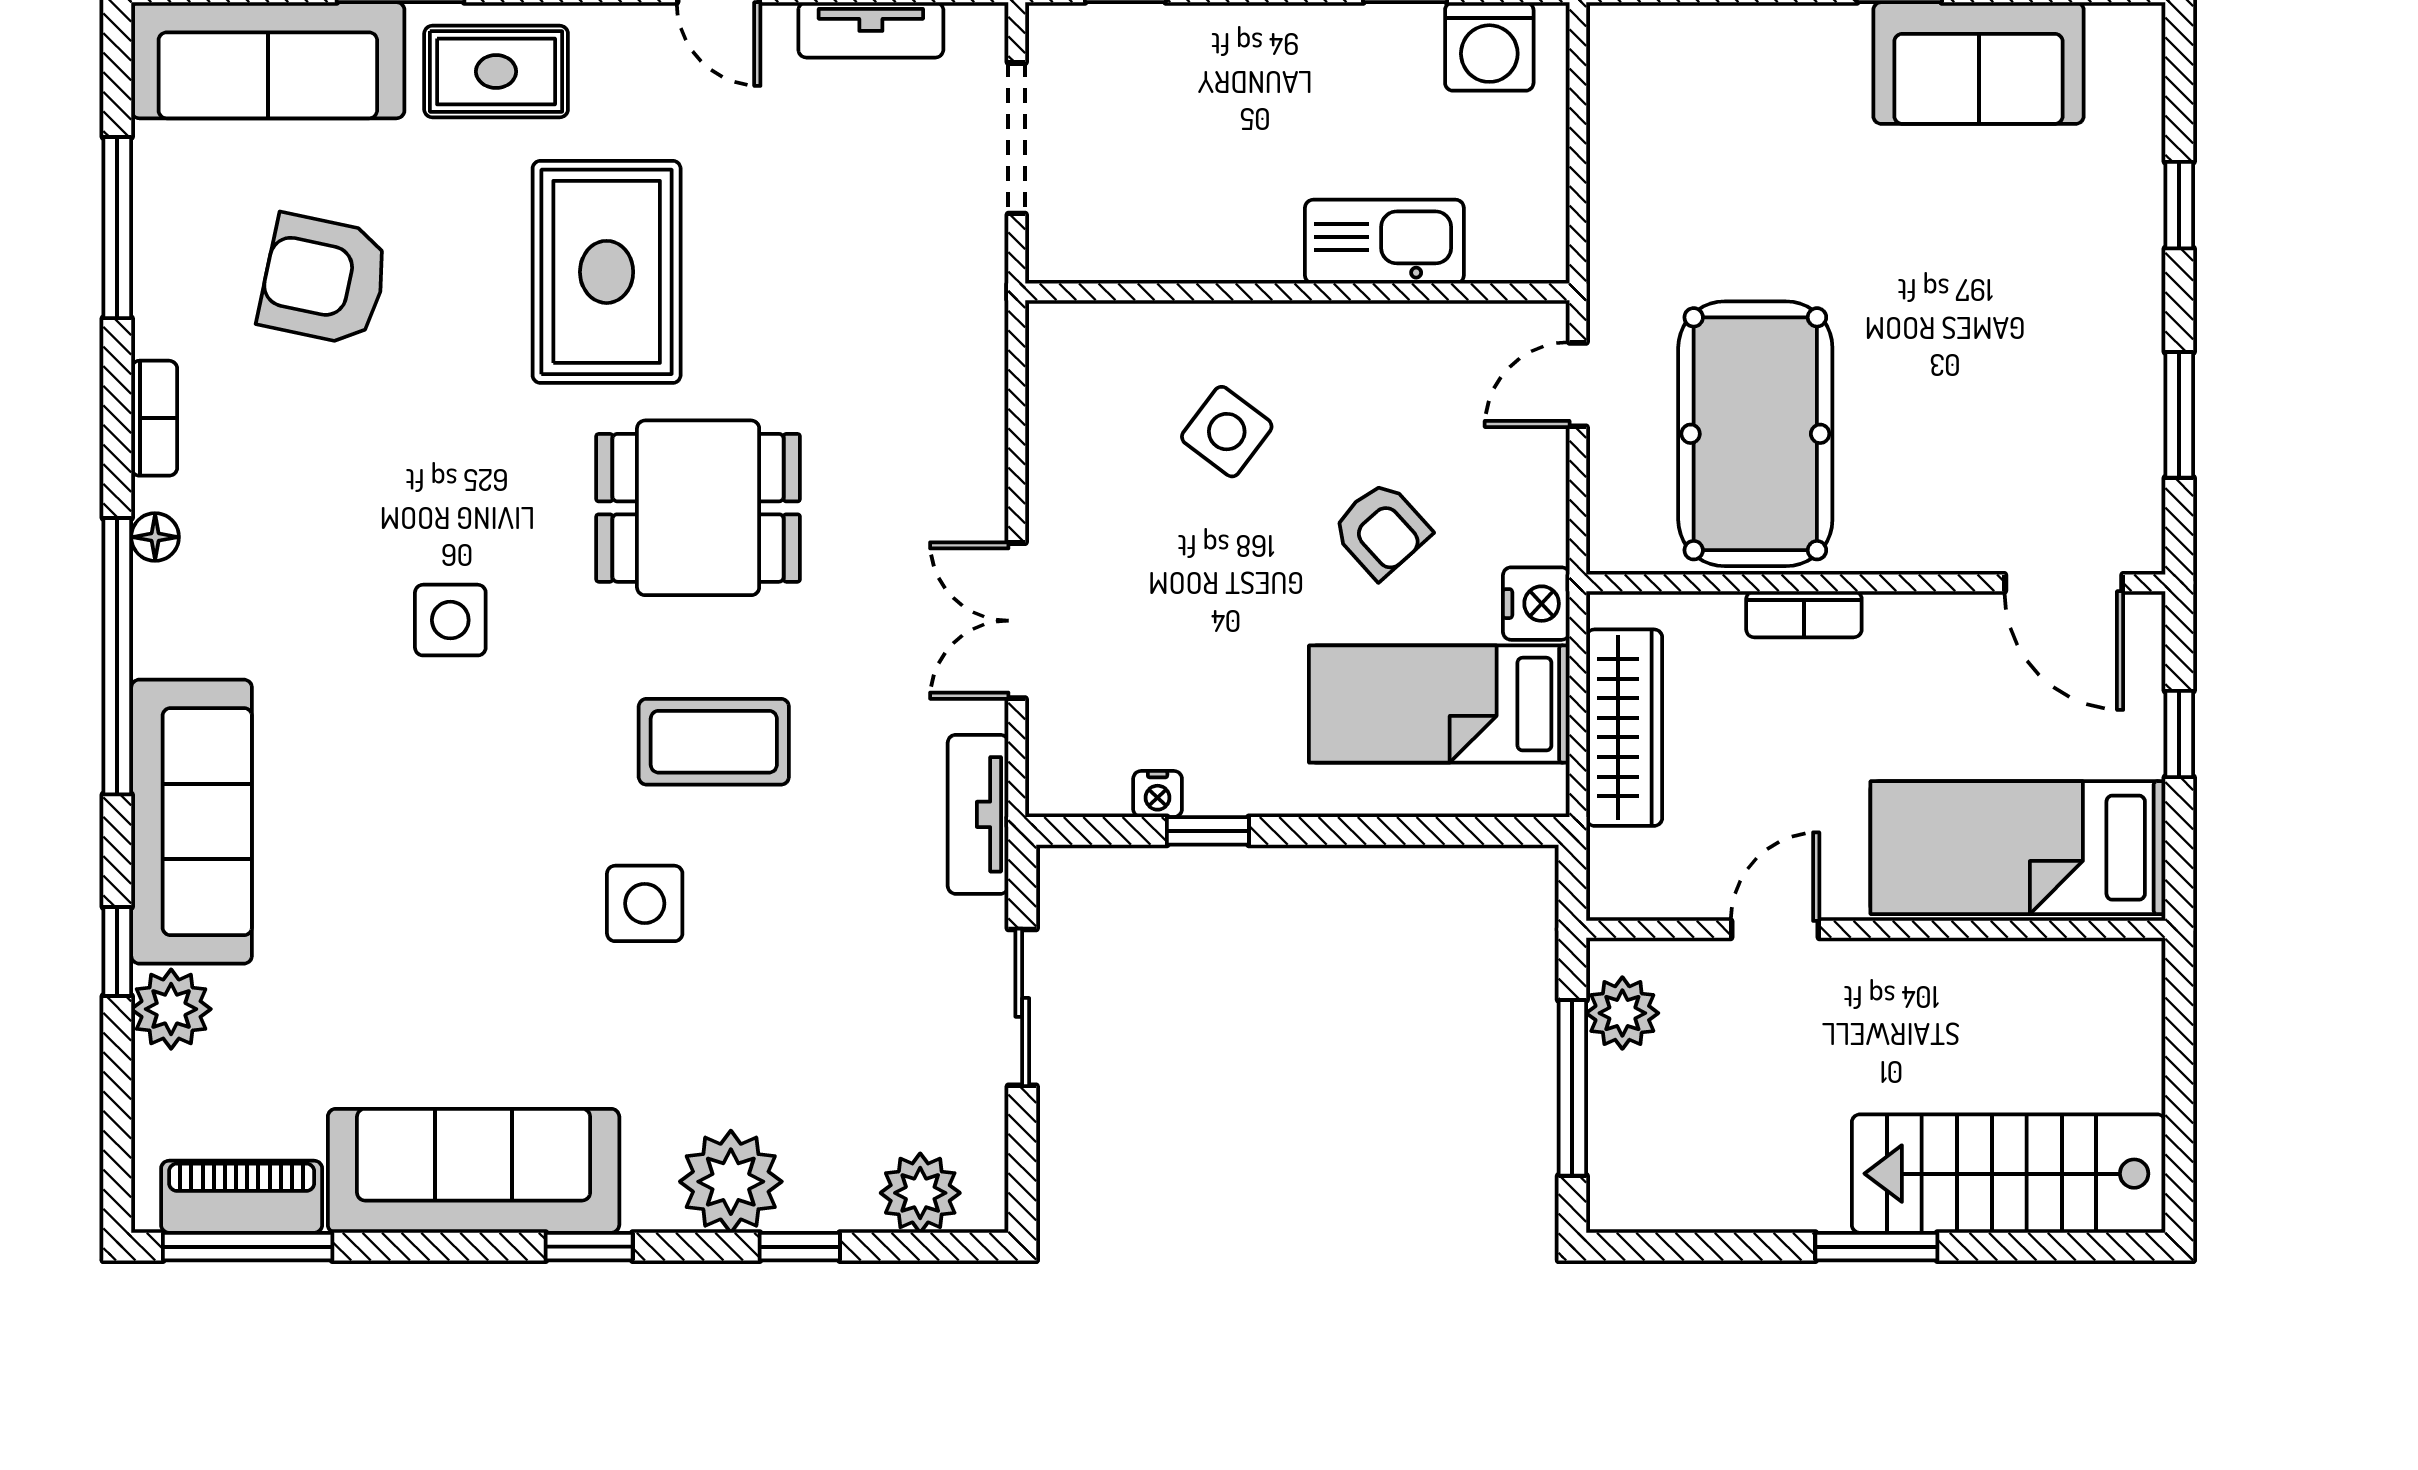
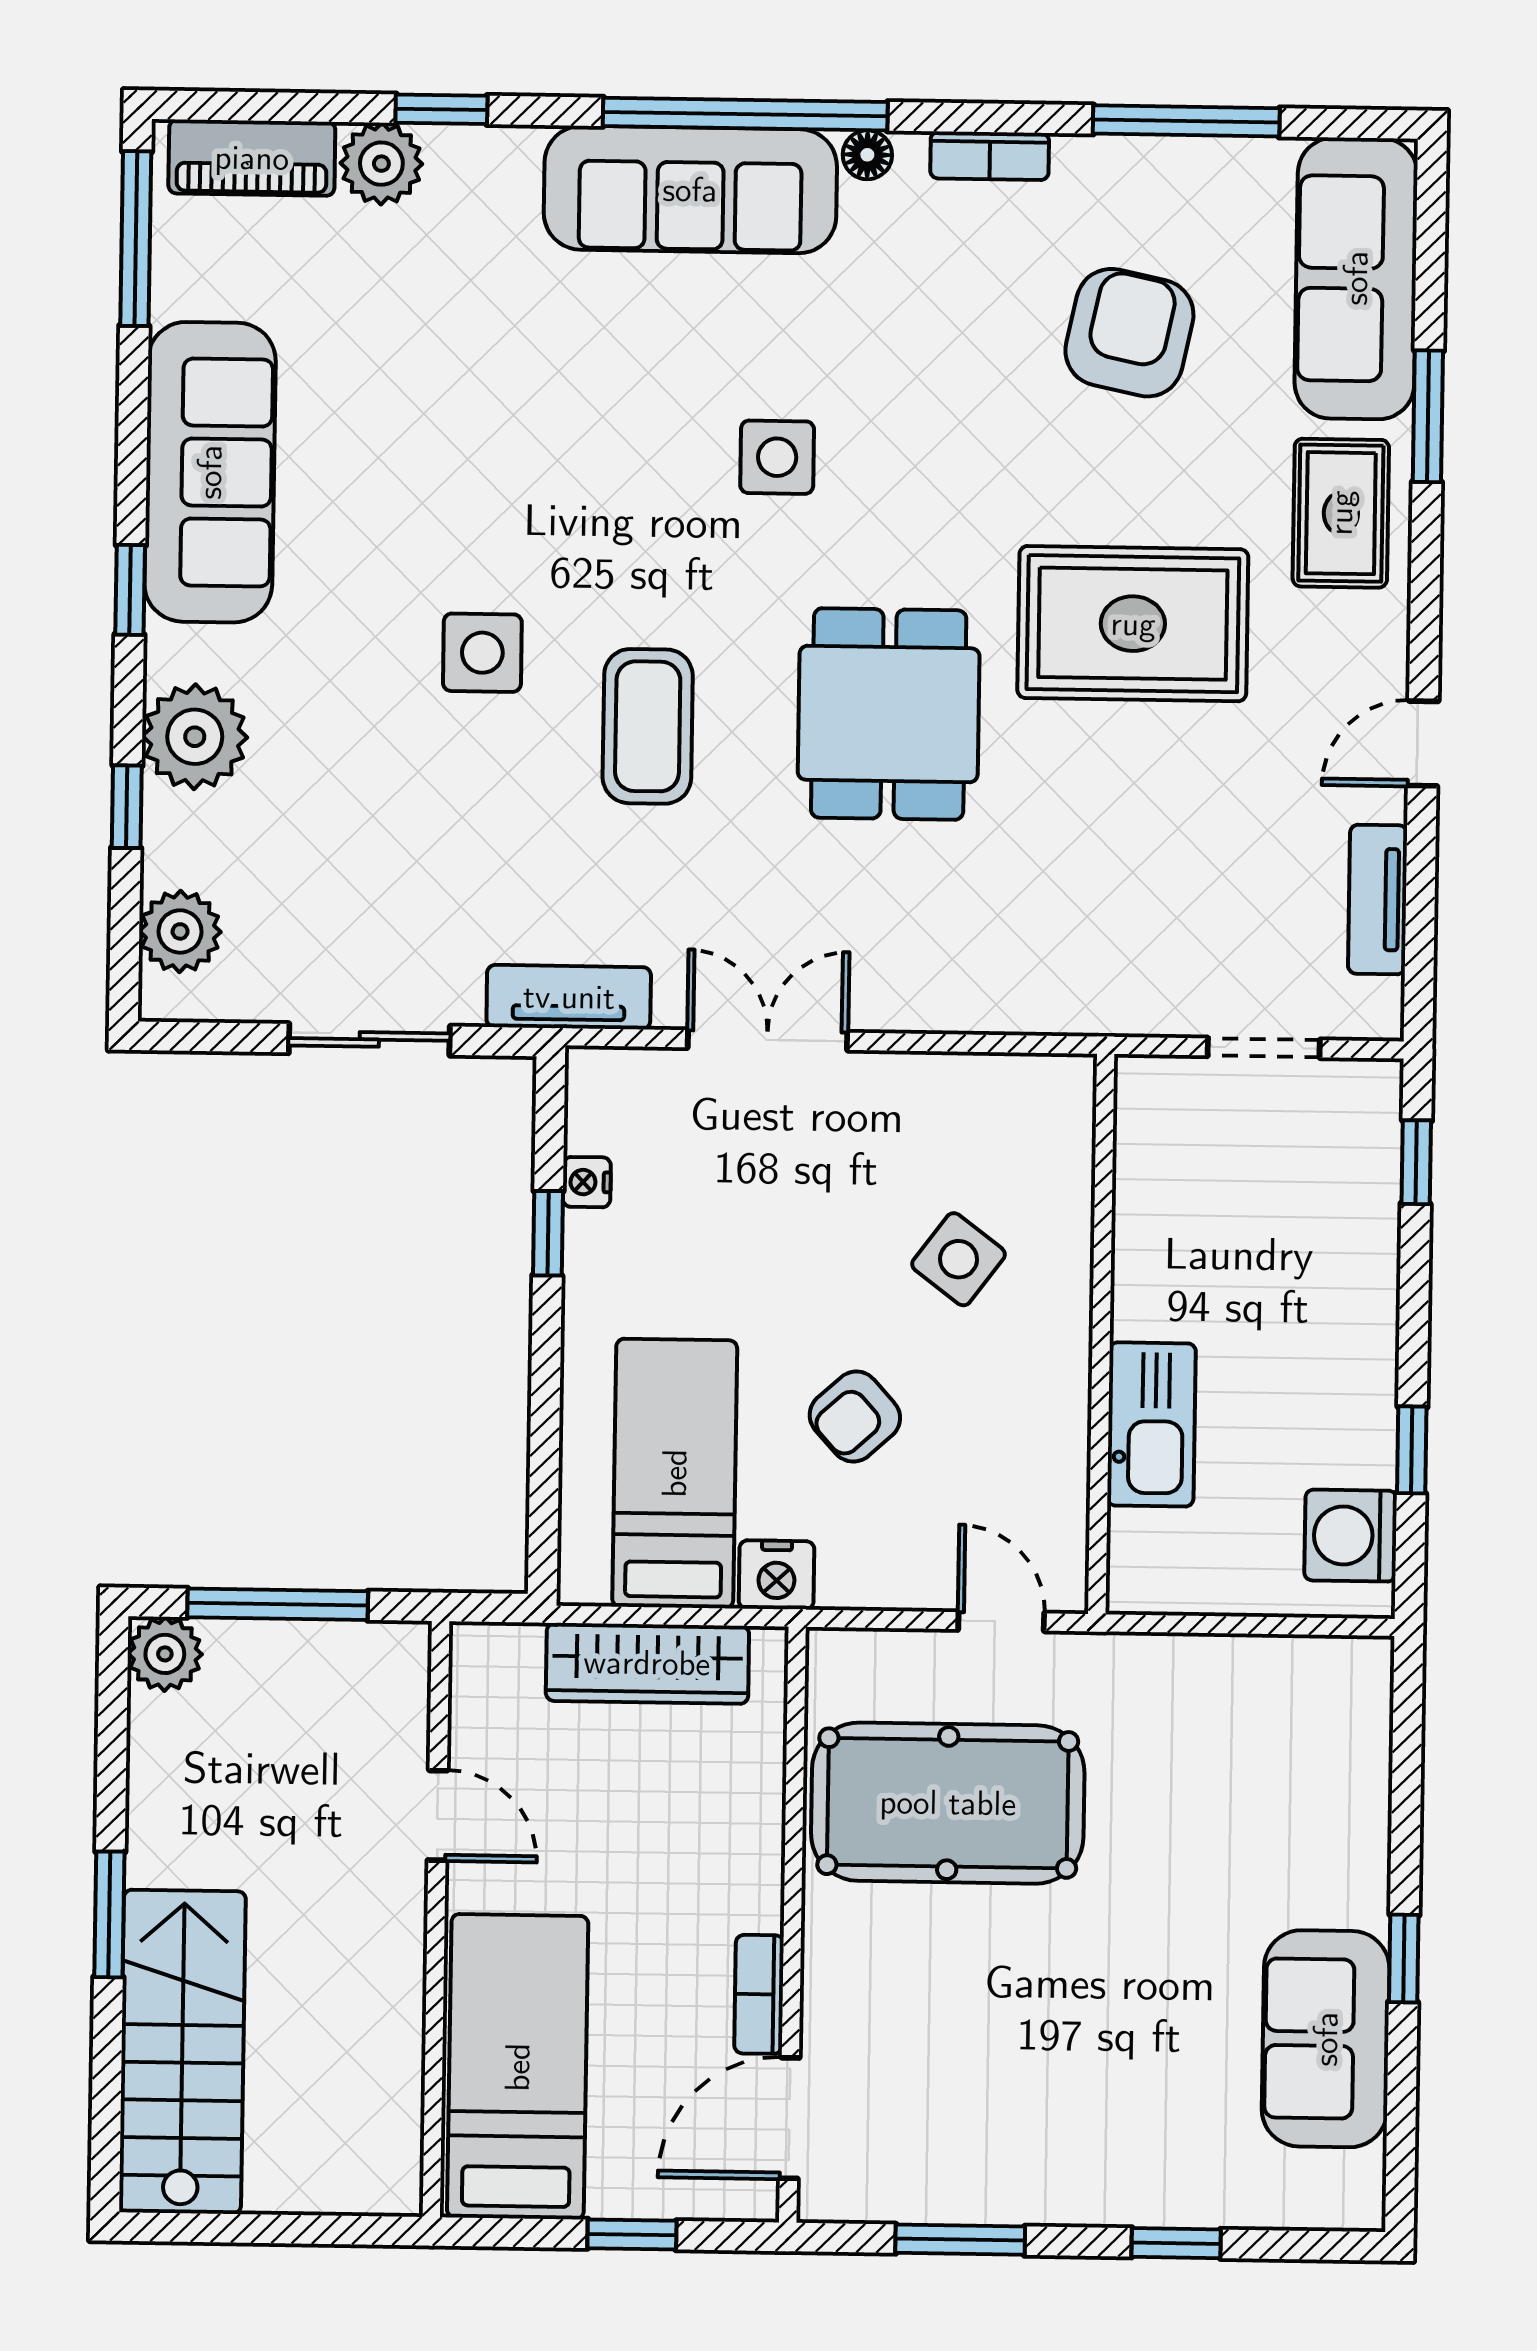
doorway: (1017, 138) -> (1264, 1048), width x0.73
bookcase: (1804, 614) -> (759, 1994), moved
sofa: (192, 822) -> (690, 190), moved
plant: (1622, 1013) -> (165, 1654), moved
piano: (242, 1197) -> (252, 158), moved, turned 90

